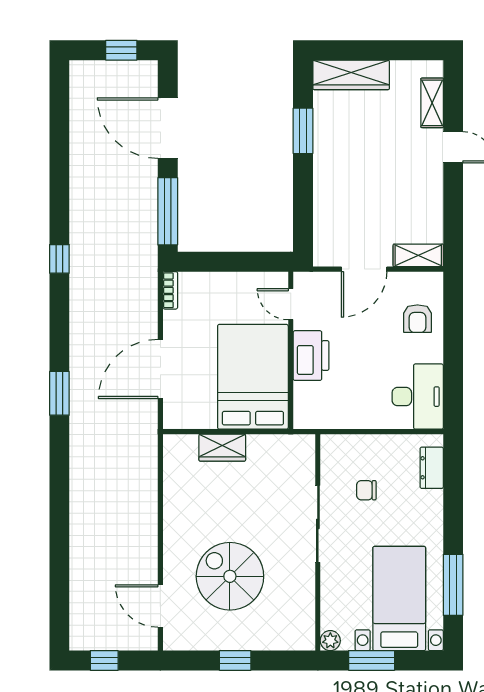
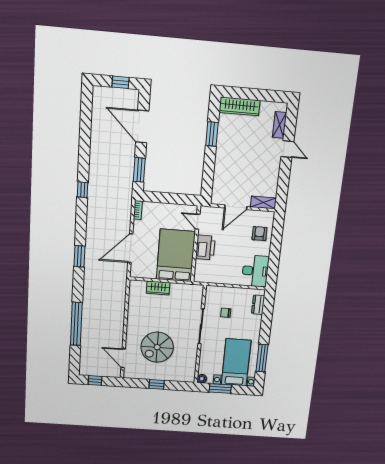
window: (168, 211) -> (139, 170), width x0.69
armchair: (417, 319) -> (259, 234), turned 180
window: (59, 537) -> (76, 324), added
spiral stairs: (230, 576) -> (157, 347), turned -90

